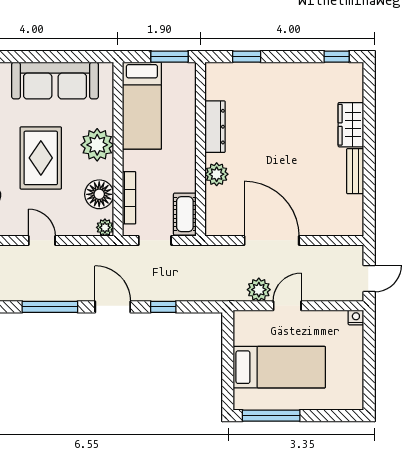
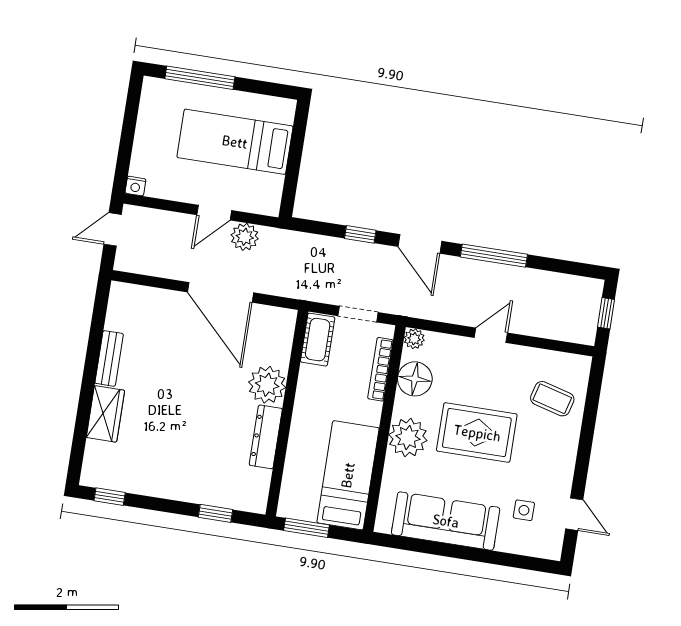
rug: (41, 158) -> (477, 433), turned 90
plant: (217, 174) -> (267, 385), width x1.36, depth x1.36
door: (42, 240) -> (491, 335), swing flipped
window: (271, 416) -> (200, 78), moved

